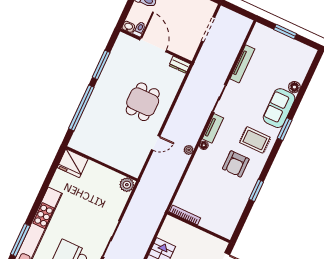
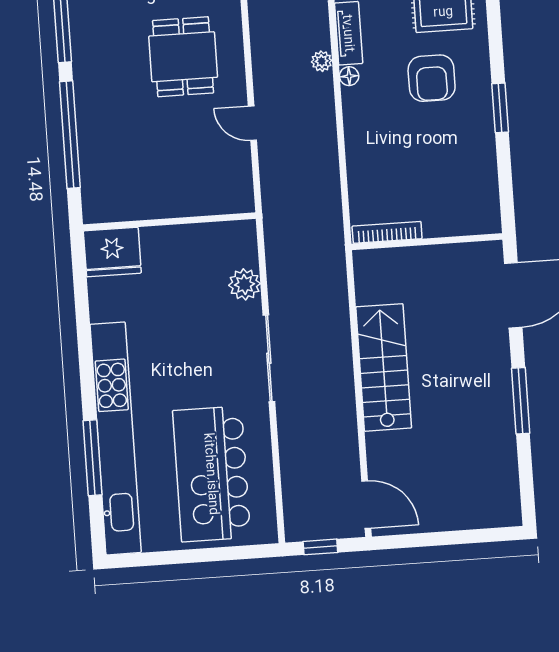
door: (156, 143) -> (252, 123), swing flipped
plant: (189, 150) -> (322, 61), moved
plant: (127, 185) -> (245, 284), moved

